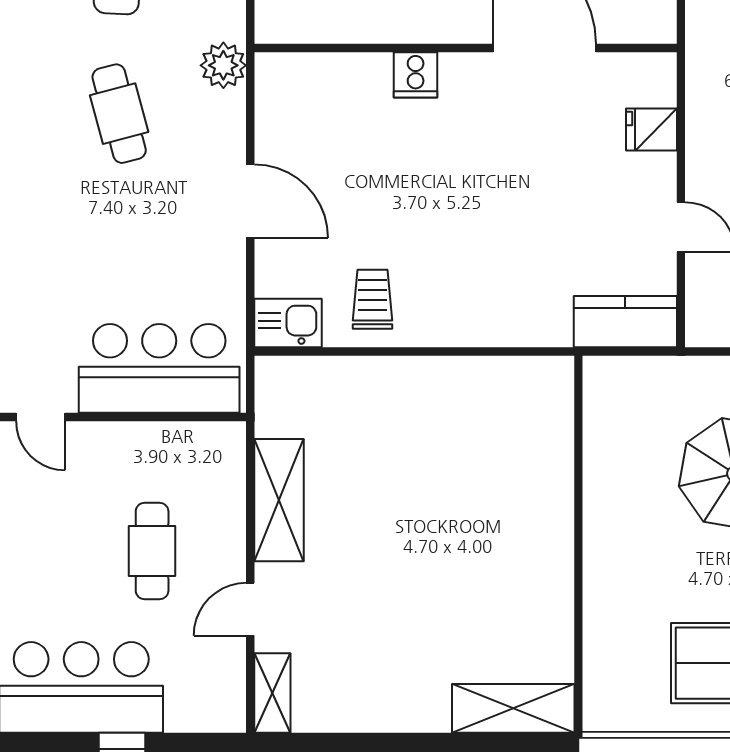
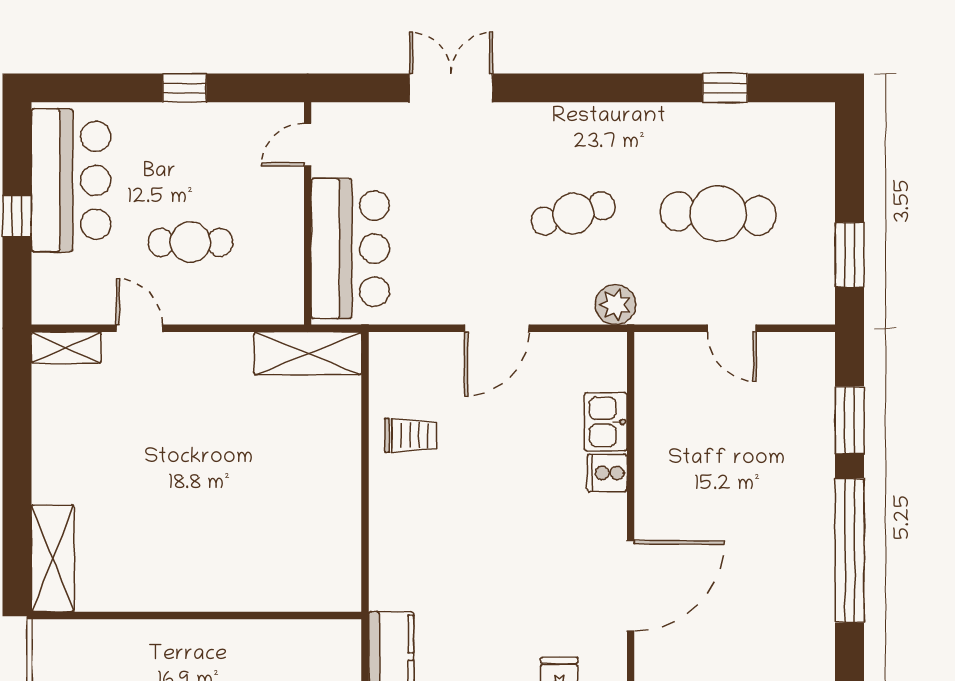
kitchen sink: (288, 323) -> (606, 422), moved, turned 180
shelving: (279, 500) -> (308, 353), moved

